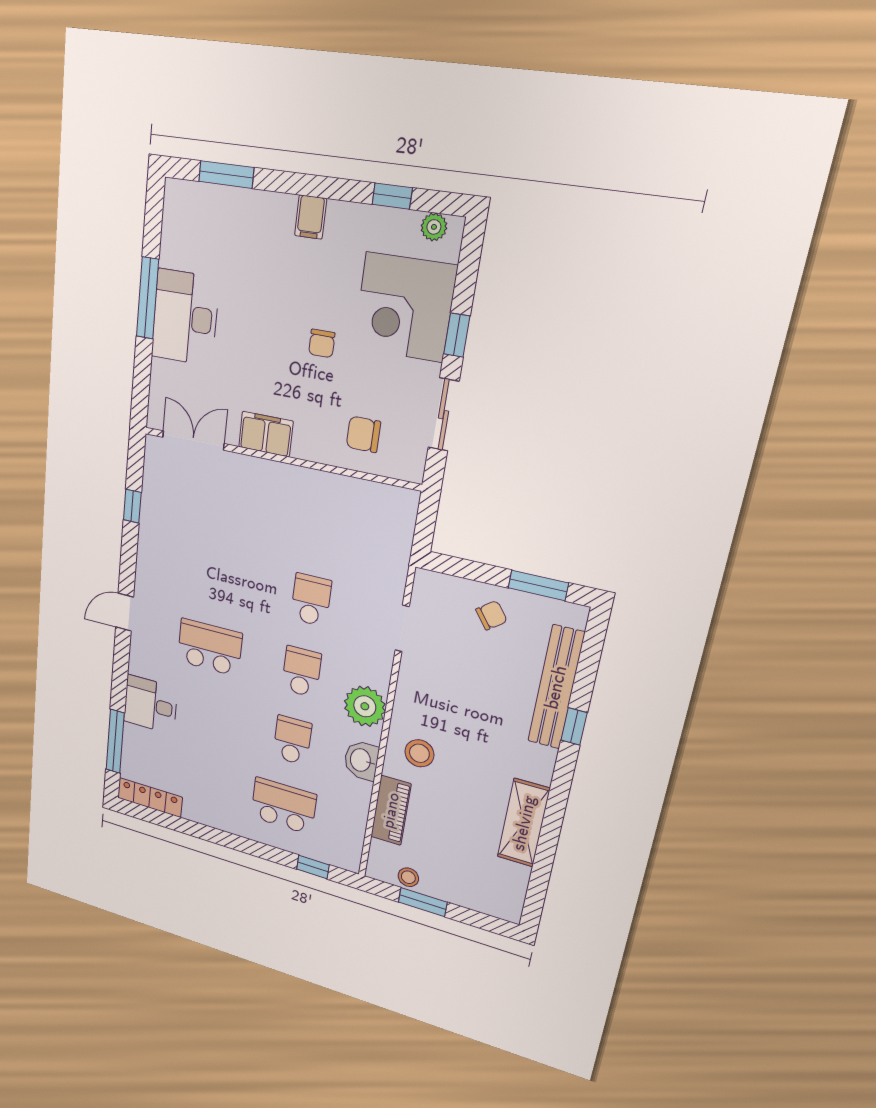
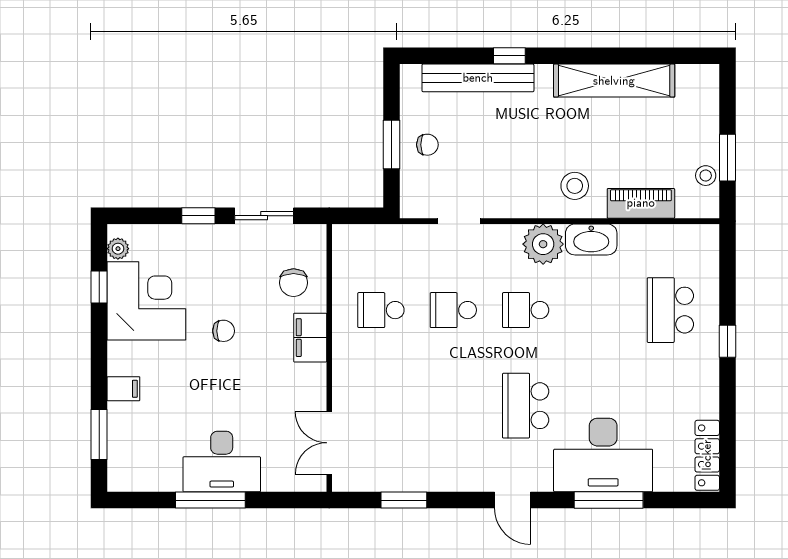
filing cabinet: (311, 217) -> (123, 389), moved
corner desk: (404, 307) -> (146, 301), moved, turned -90
filing cabinet: (266, 434) -> (310, 338), moved
window: (132, 506) -> (404, 500), width x1.50
window: (538, 585) -> (392, 144), moved
chair: (491, 615) -> (427, 145), turned 127
desk: (150, 705) -> (603, 455), width x1.87, depth x1.30
school desk: (292, 740) -> (381, 310), moved
window: (115, 741) -> (609, 500), moved
washbasin: (361, 760) -> (591, 239), width x1.38
shelving: (524, 823) -> (614, 81), width x1.47
window: (313, 867) -> (727, 341), moved

